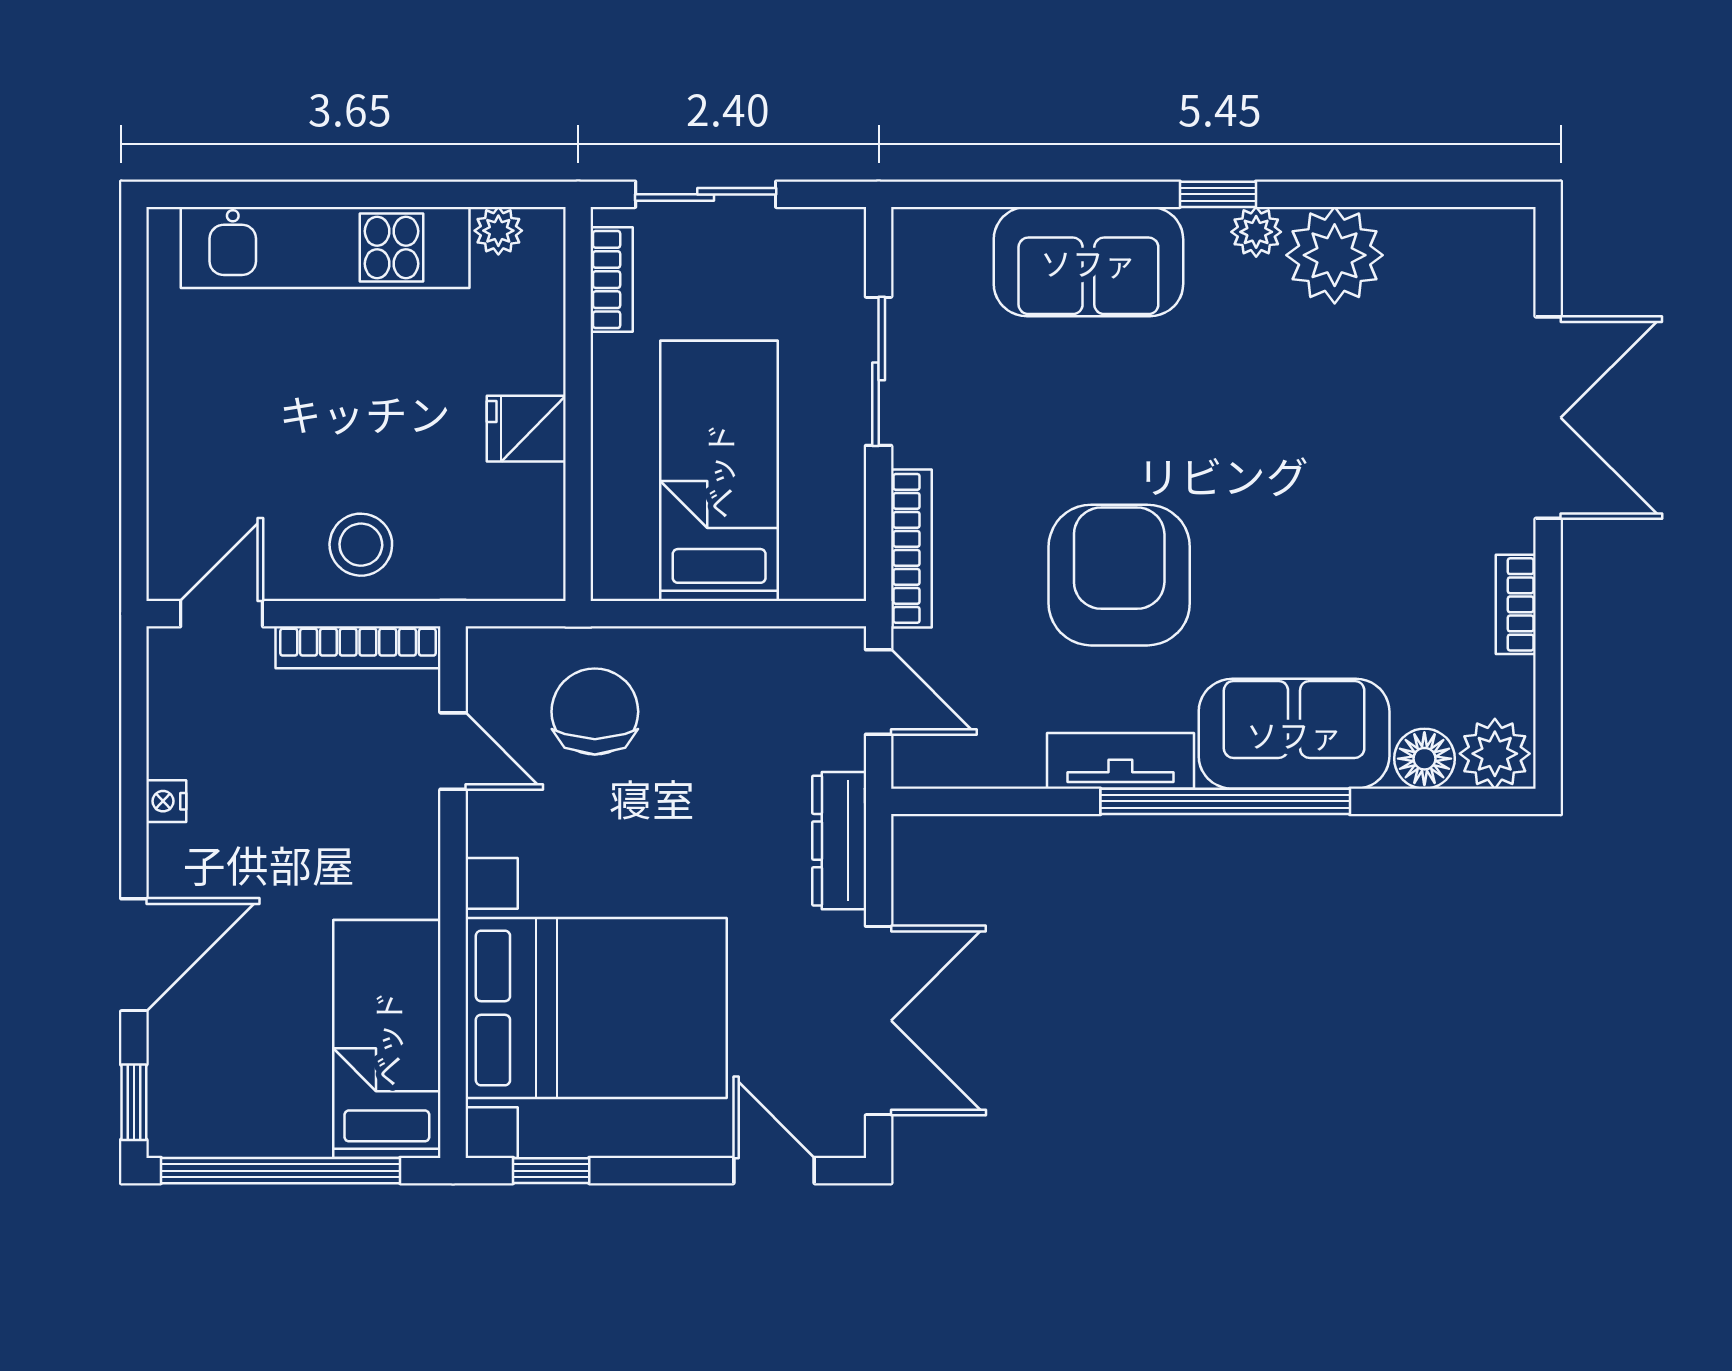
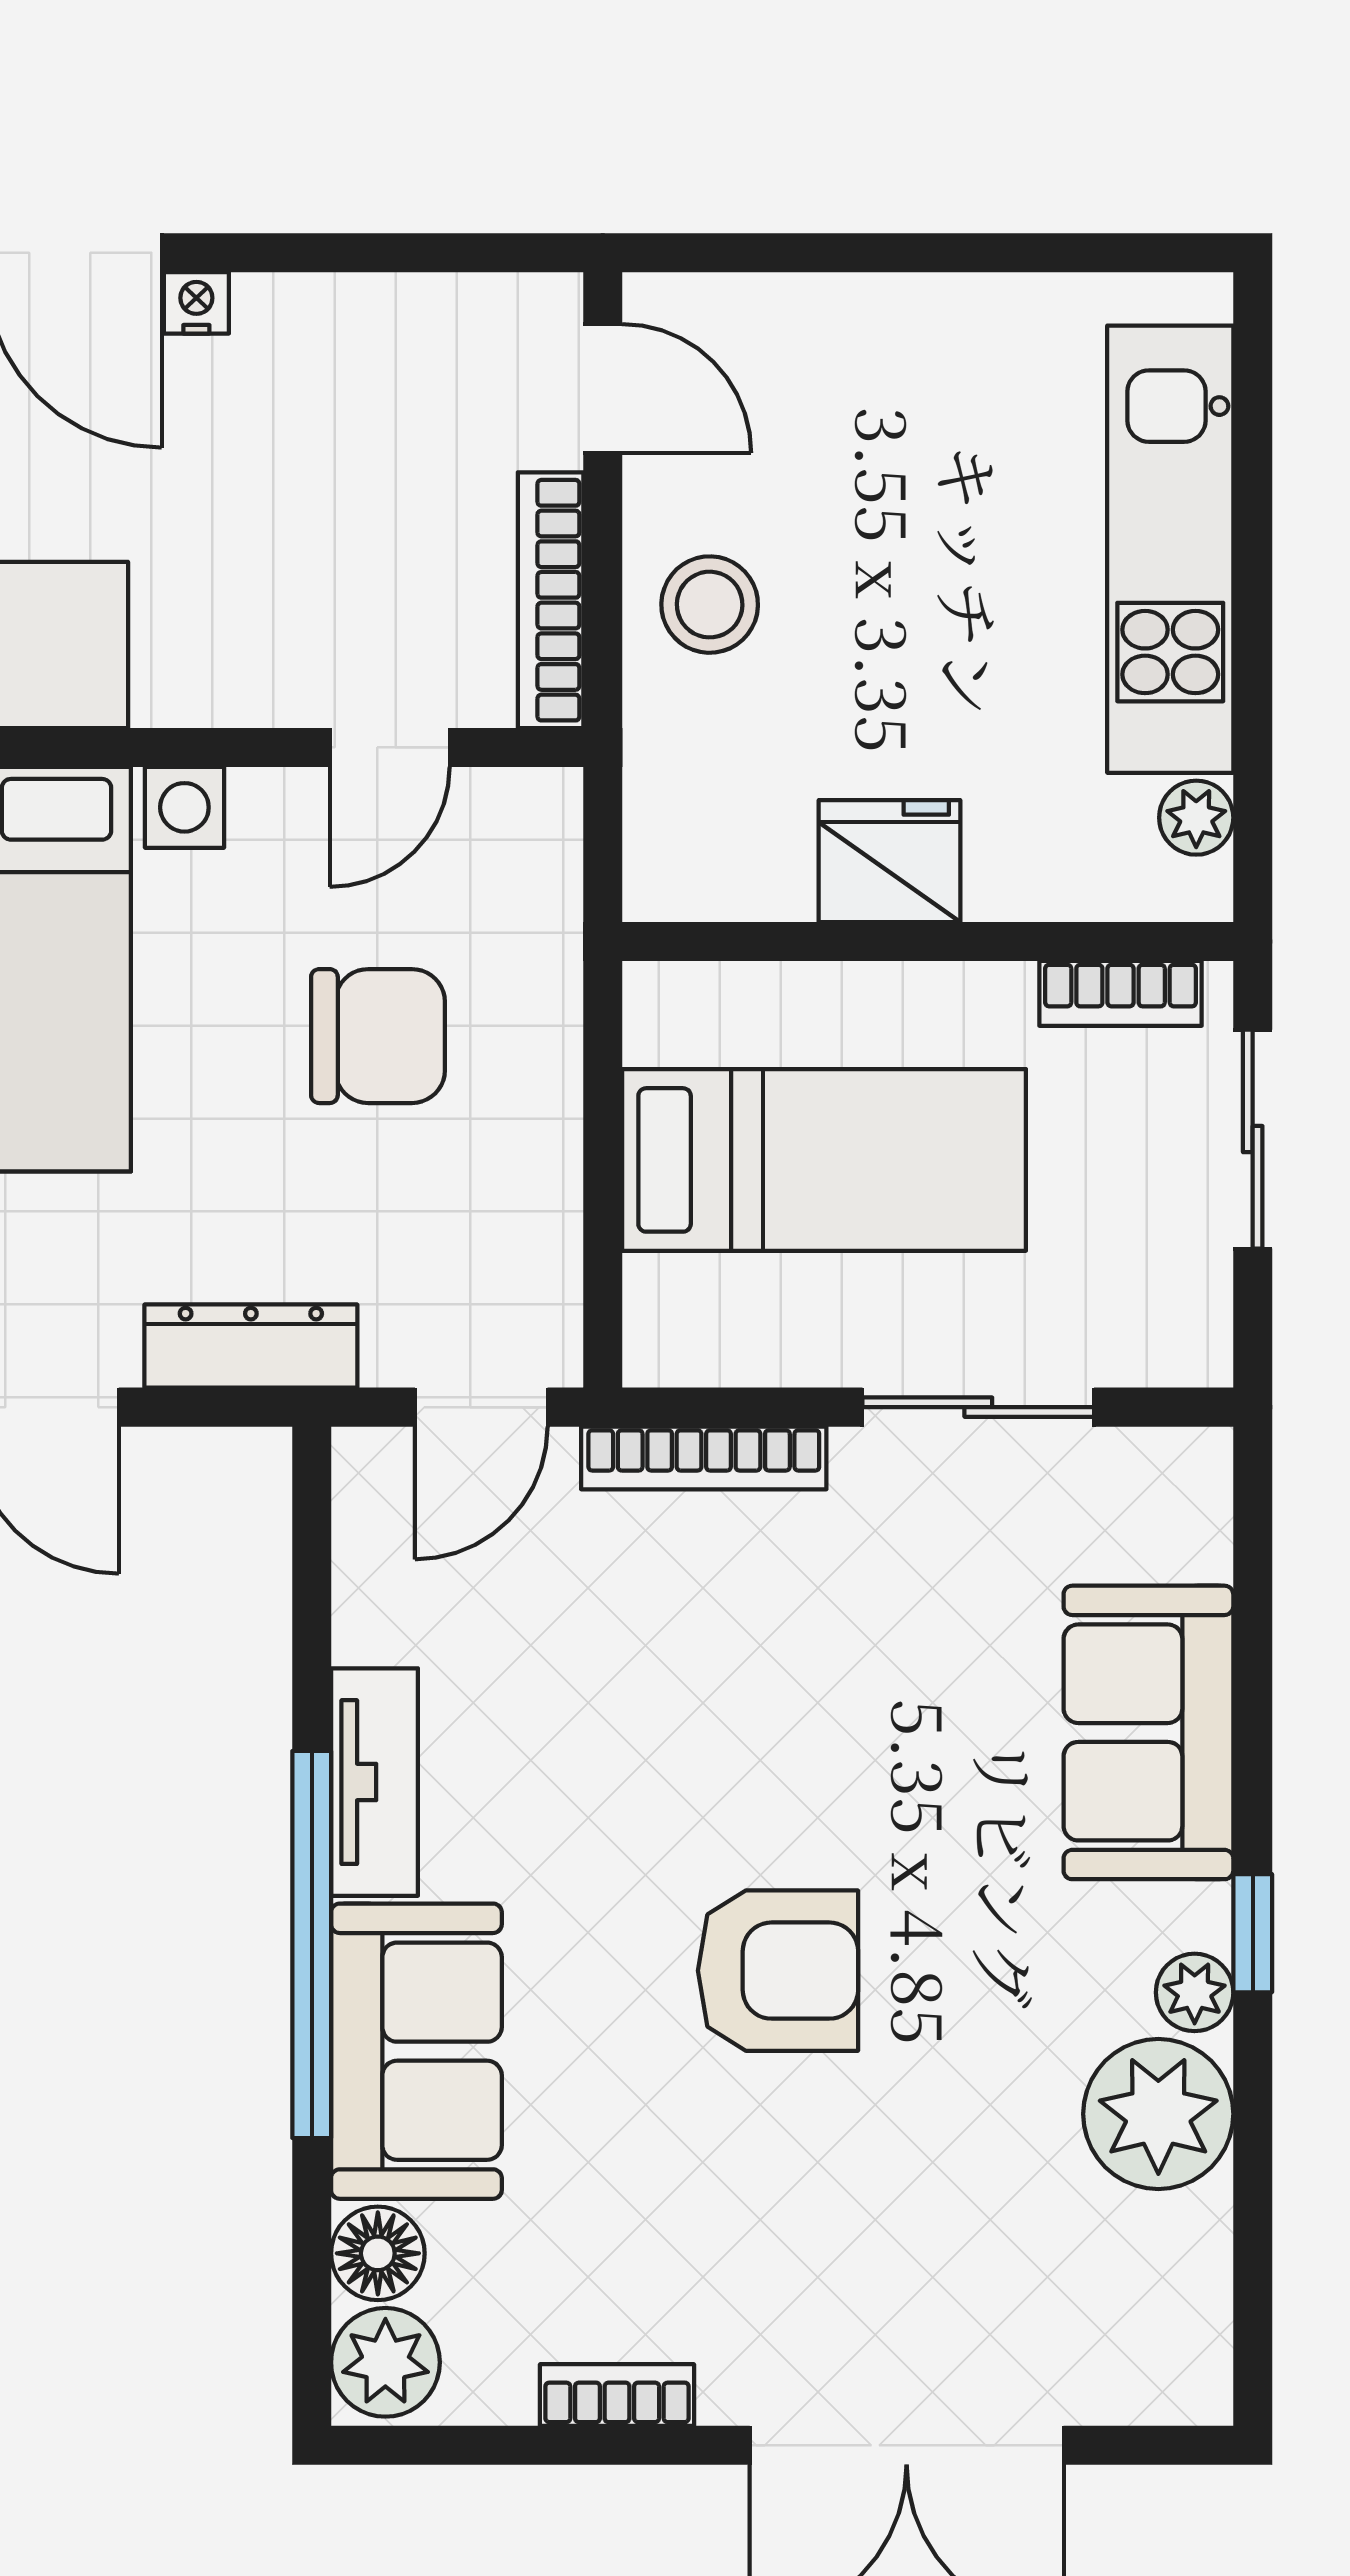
fridge: (526, 429) -> (889, 861), width x1.38
armchair: (1119, 575) -> (778, 1971), moved, width x0.73, depth x0.73
chair: (595, 712) -> (378, 1036), moved
nightstand: (166, 801) -> (196, 303), moved

